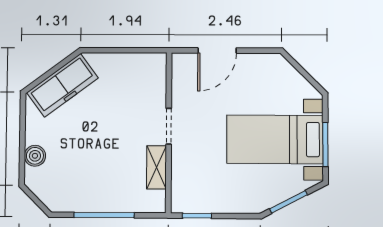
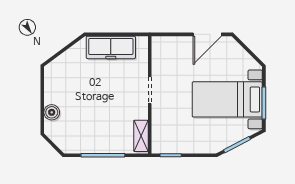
door: (217, 51) -> (207, 34), moved
freezer: (63, 85) -> (111, 47), moved, turned 36
shelving: (156, 167) -> (141, 136), moved

